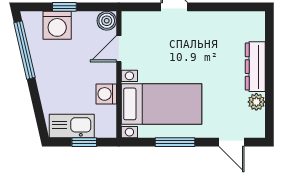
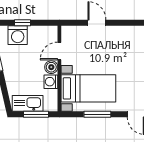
boiler: (107, 21) -> (51, 67), moved
window: (84, 142) -> (36, 114), width x1.50

